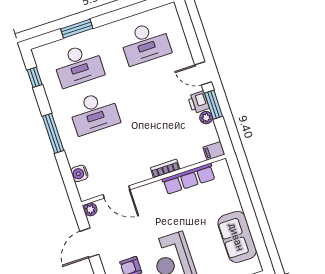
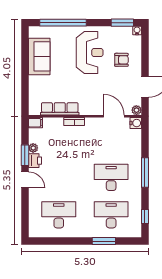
water cooler: (79, 173) -> (136, 123), moved

